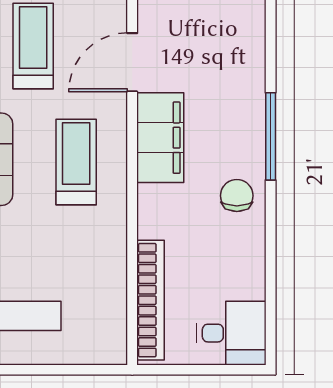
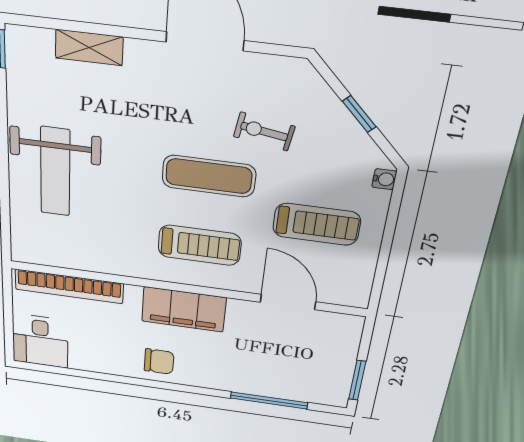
window: (271, 136) -> (269, 400), moved
filing cabinet: (160, 138) -> (184, 309), moved

